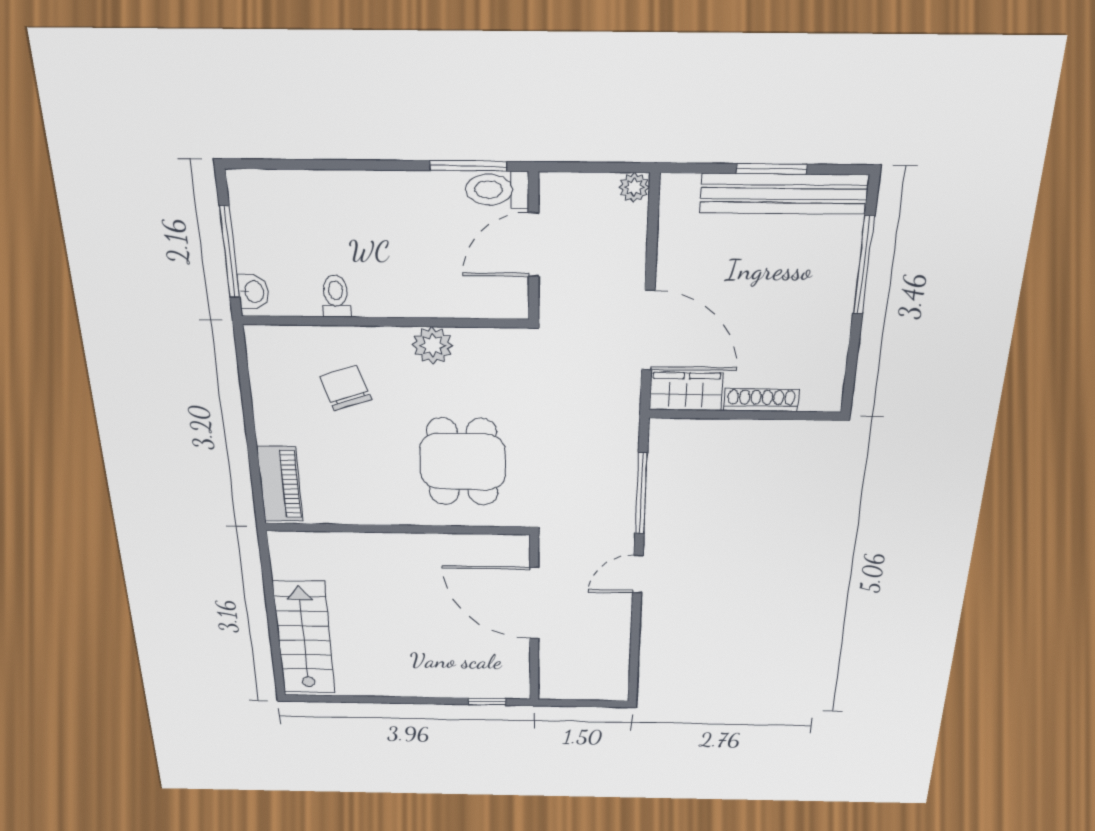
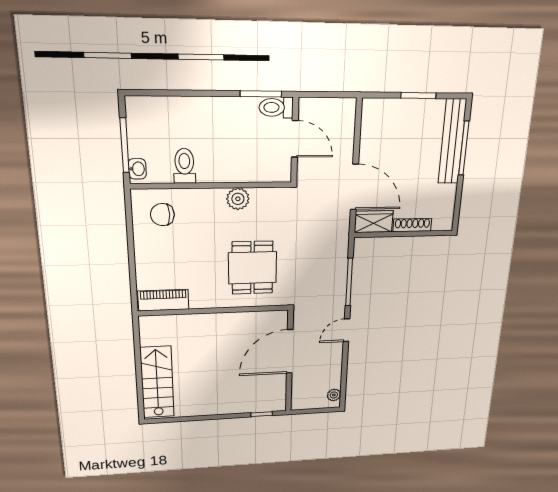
plant: (634, 187) -> (334, 395), moved
bench: (784, 194) -> (452, 142), moved, turned 90
door: (534, 245) -> (295, 139), swing flipped
toilet: (336, 296) -> (184, 166), width x1.37, depth x1.39
chair: (345, 388) -> (162, 215), moved, turned -71
piano: (280, 484) -> (163, 300), moved, turned -90
door: (534, 603) -> (290, 351), hinge flipped

